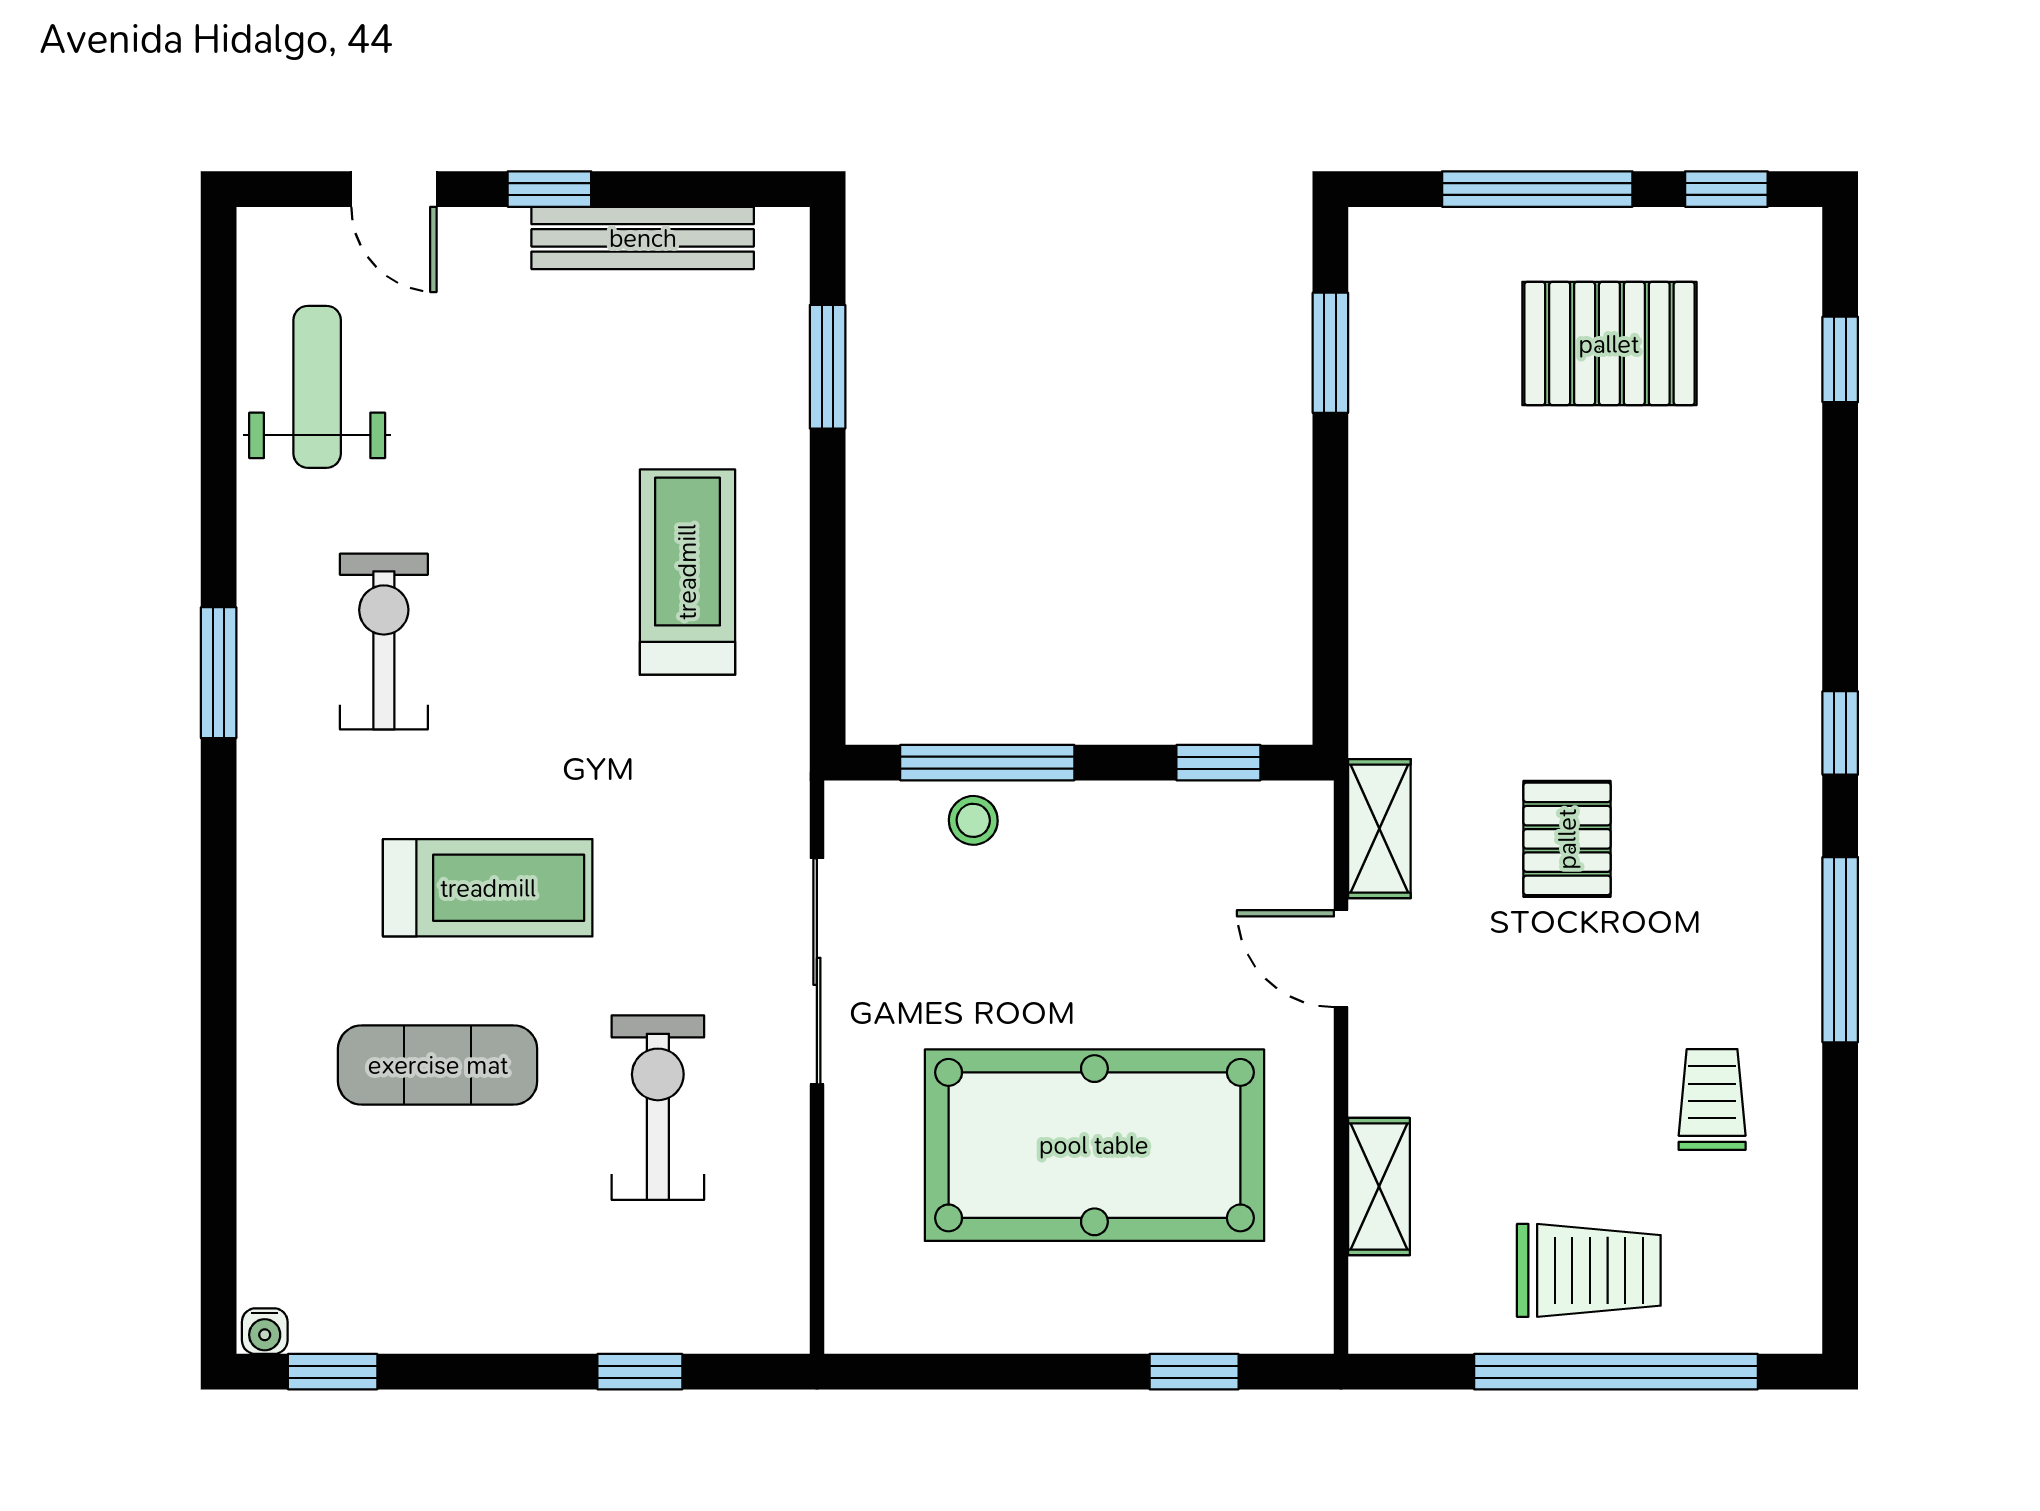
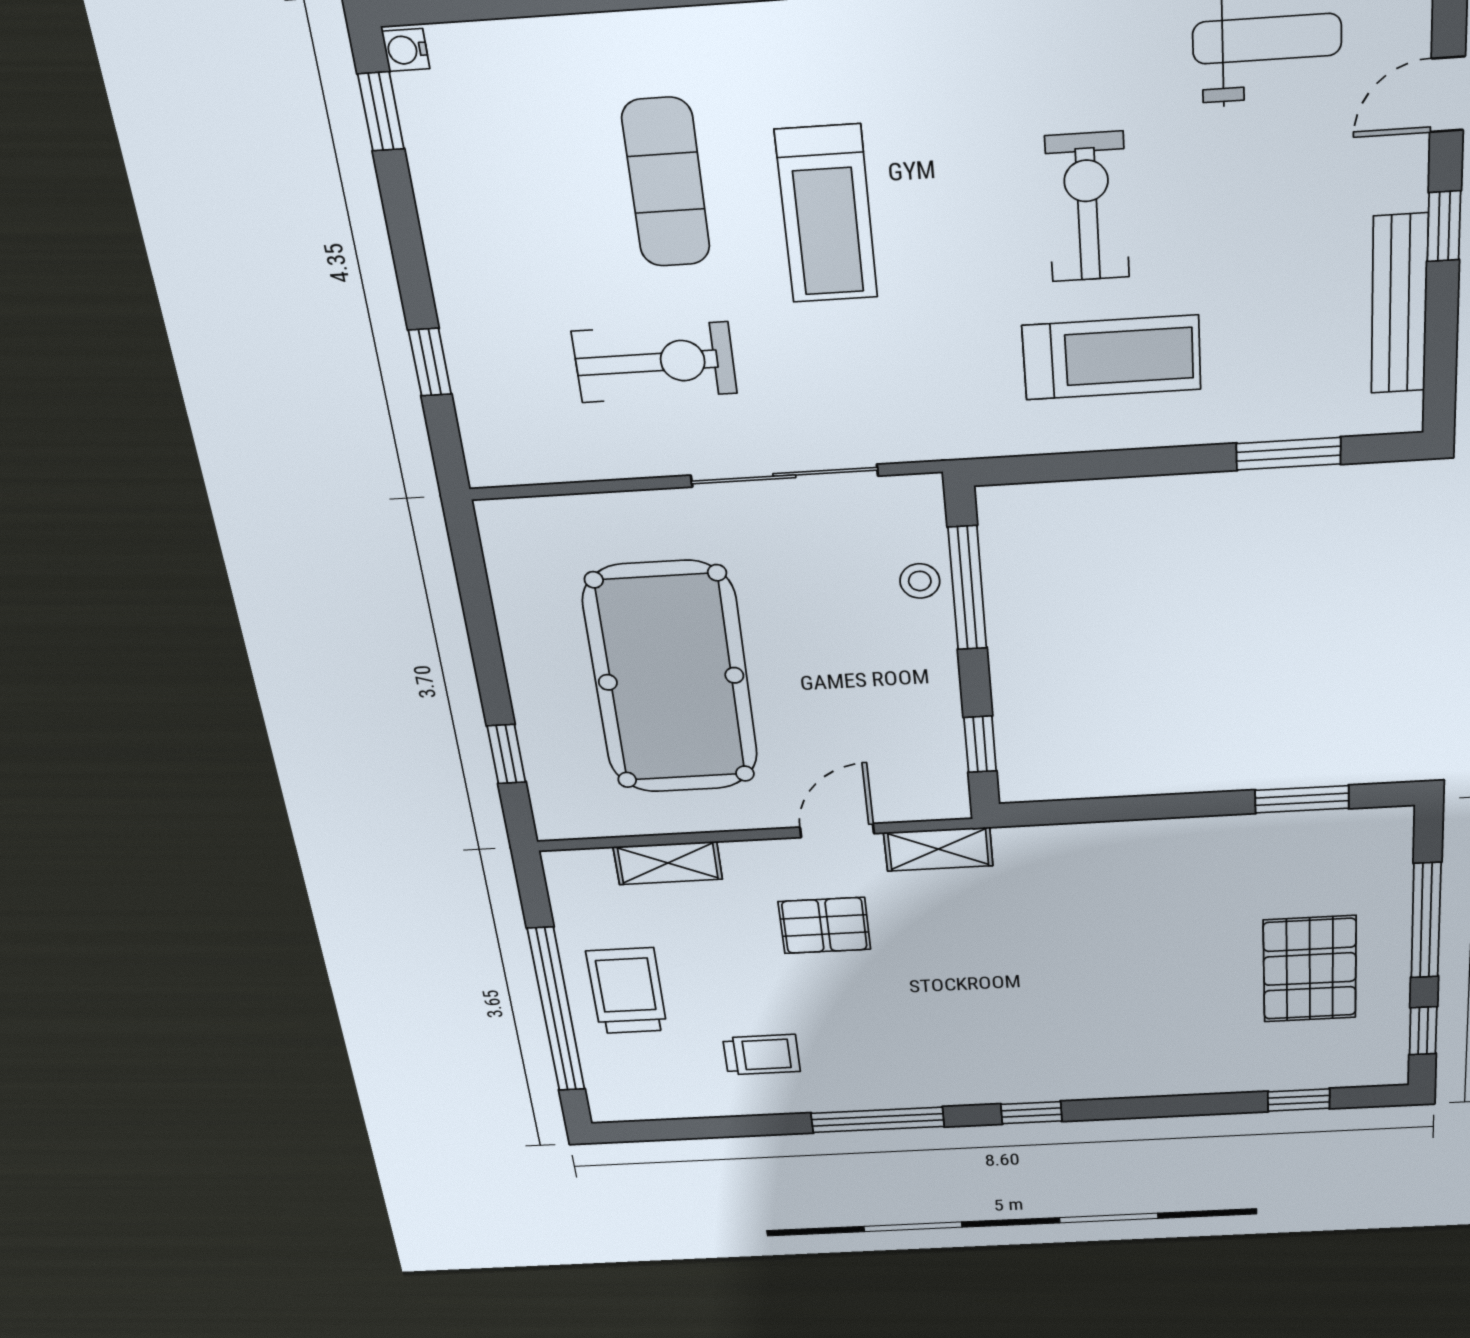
exercise bike: (384, 642) -> (1087, 207), moved, turned -90
pallet: (1567, 839) -> (824, 926), moved
trolley: (1589, 1270) -> (627, 991), turned 180

